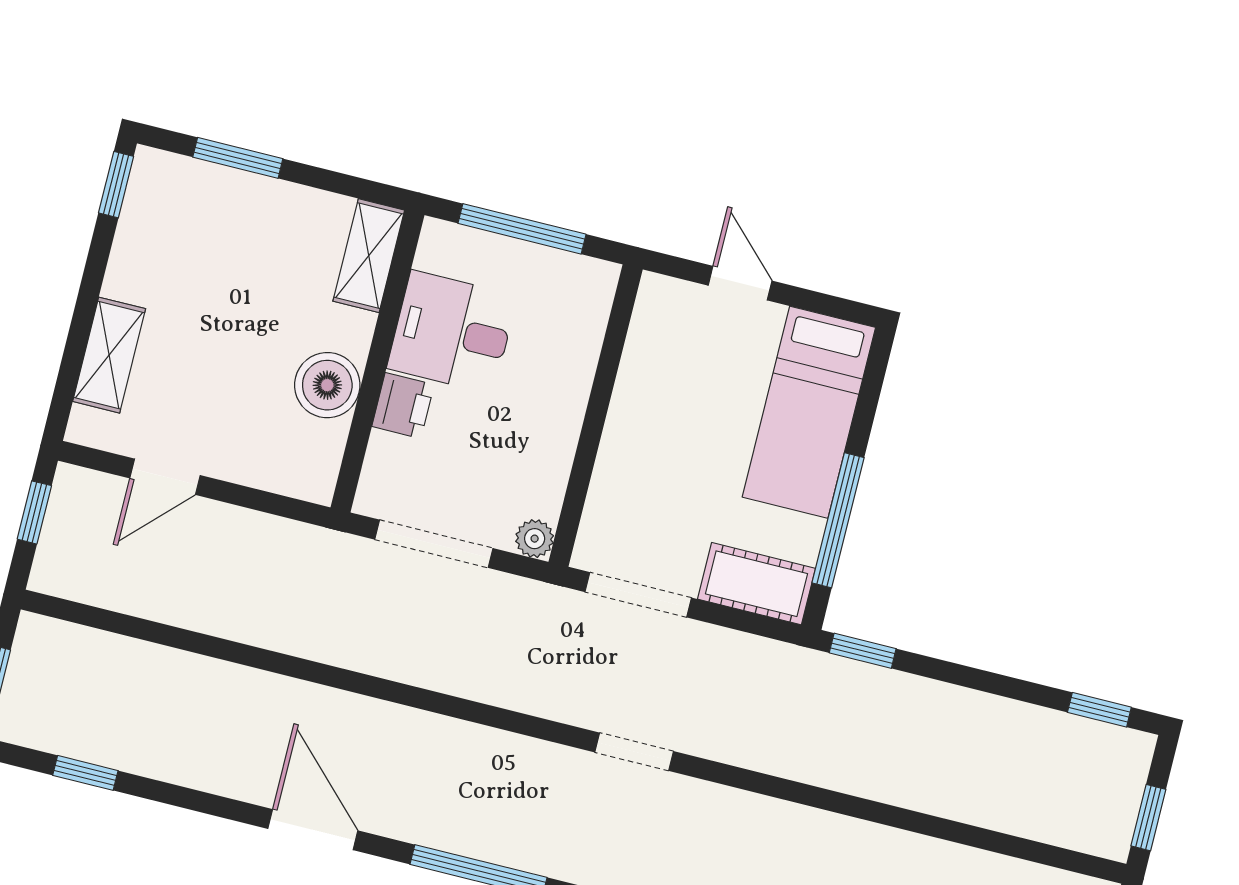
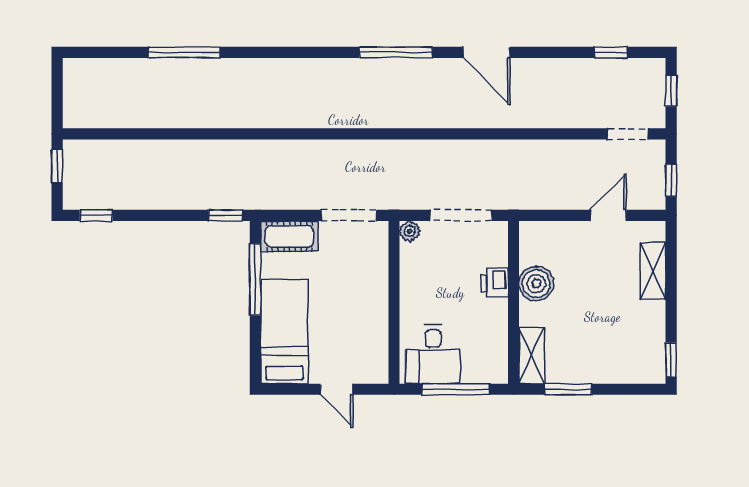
window: (238, 158) -> (568, 389), moved
desk: (452, 332) -> (433, 355), moved, turned 90
doorway: (634, 752) -> (627, 134), moved

